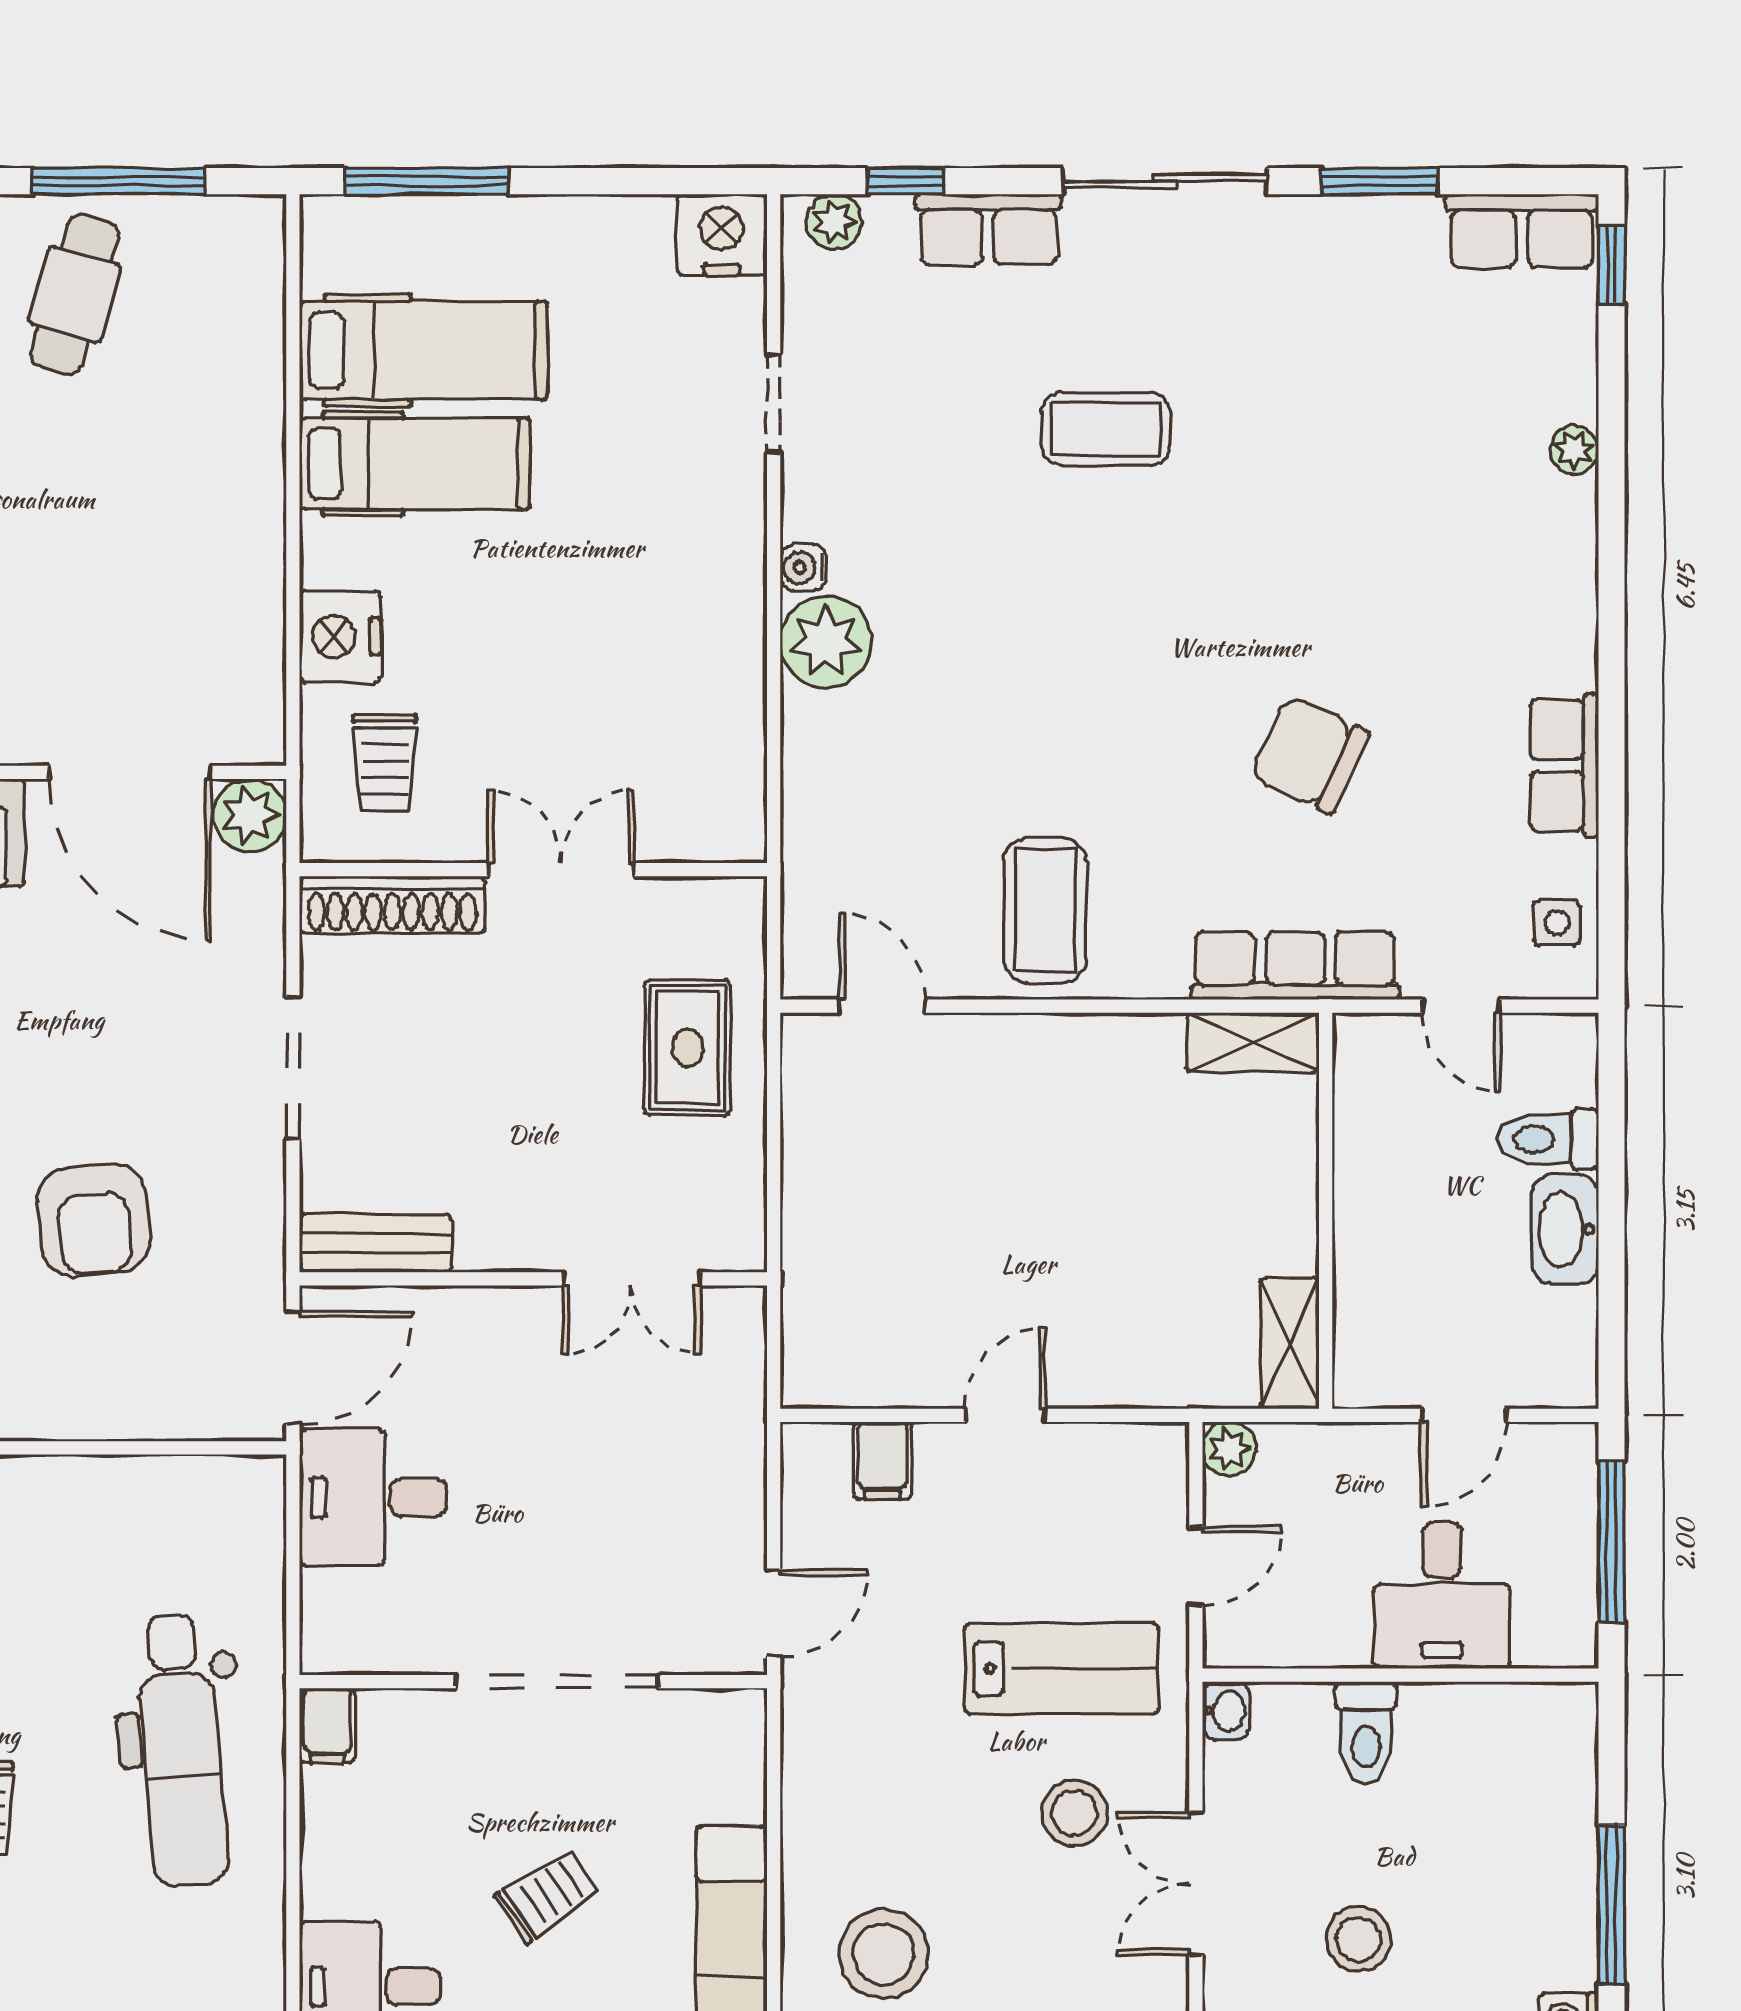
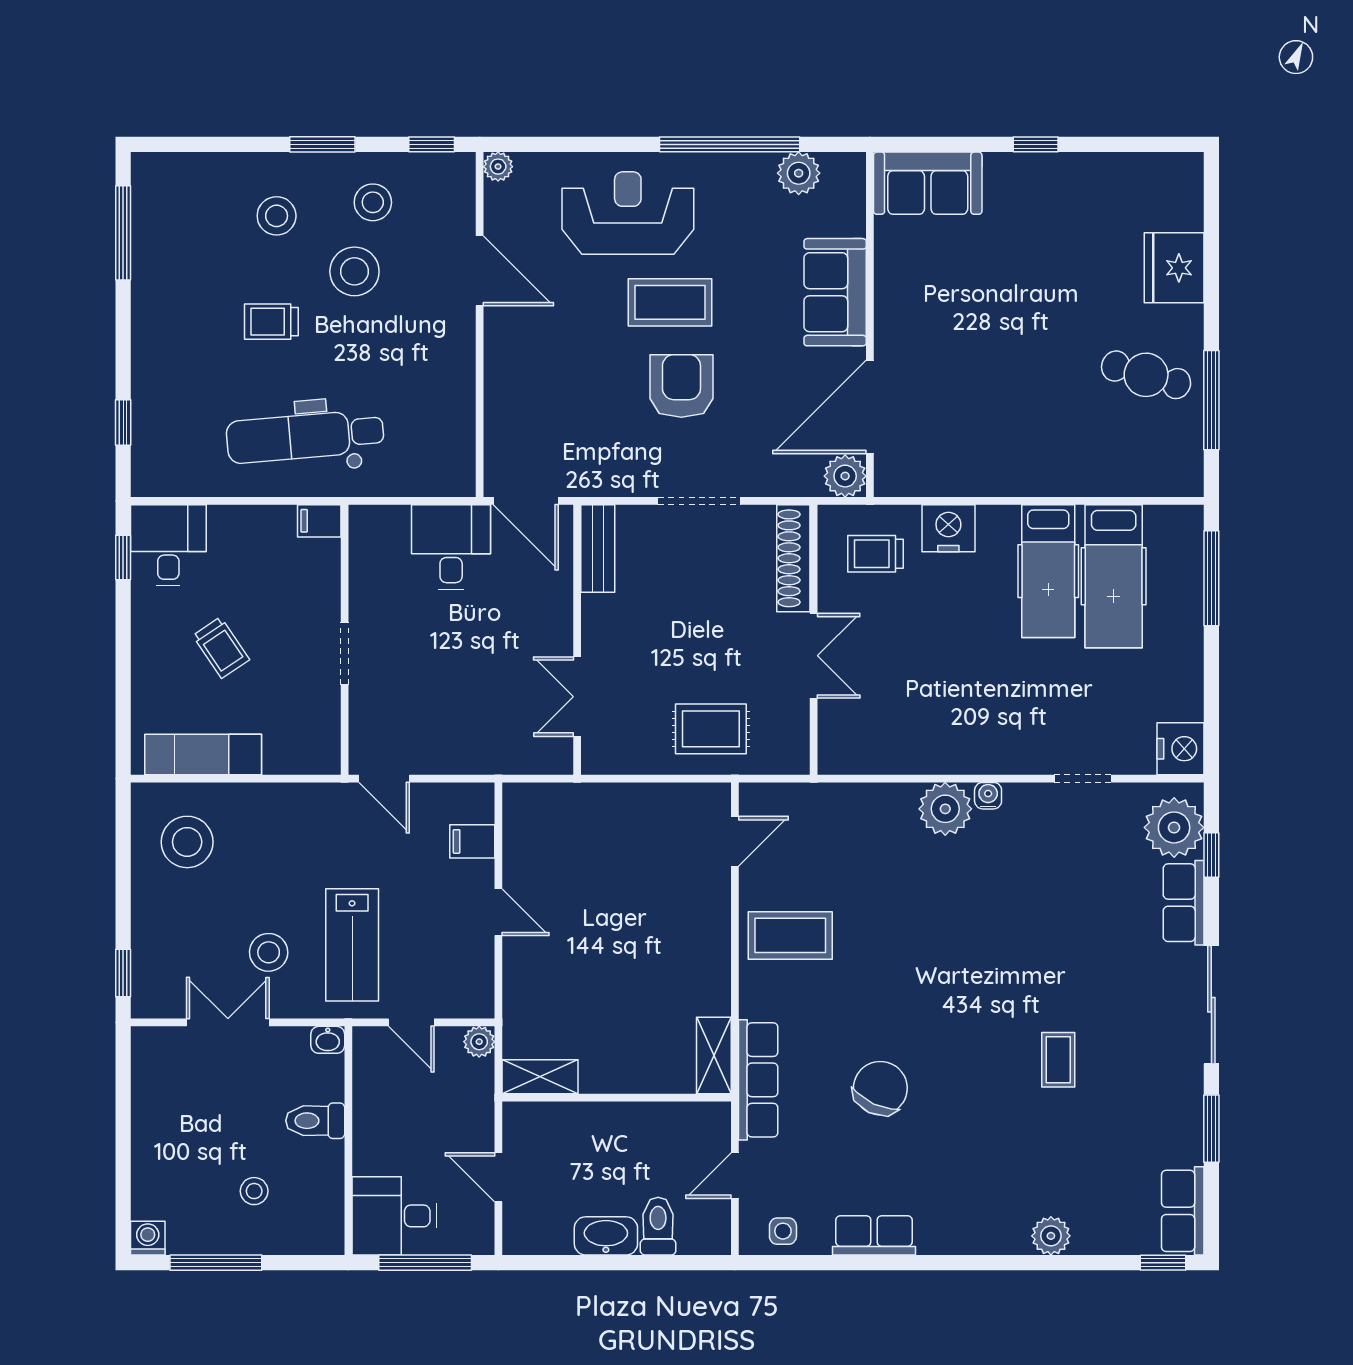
plant: (834, 222) -> (1174, 827), width x1.88, depth x1.88
coffee table: (1106, 429) -> (1058, 1060), moved, width x0.73, depth x0.77
plant: (1574, 450) -> (1051, 1236), width x1.38, depth x1.38
armchair: (94, 1220) -> (681, 386), moved, turned 95
desk: (1442, 1595) -> (394, 1216), moved
doorway: (557, 1682) -> (345, 654), width x0.53
stool: (1359, 1939) -> (254, 1191), moved, width x0.73, depth x0.73

